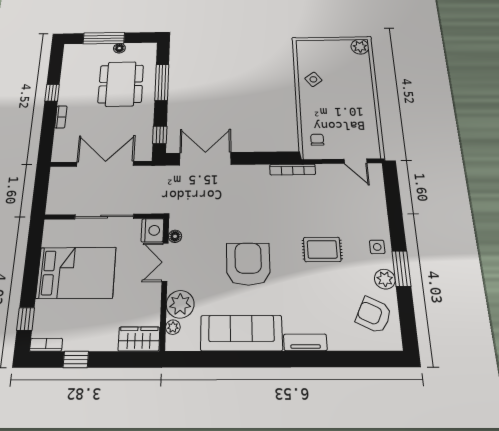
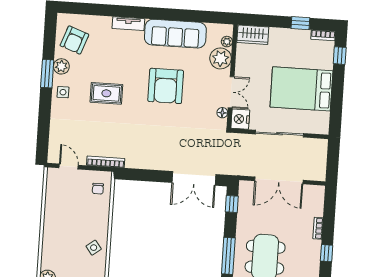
bookcase: (293, 170) -> (106, 162), moved
armchair: (374, 315) -> (74, 40), turned 84

